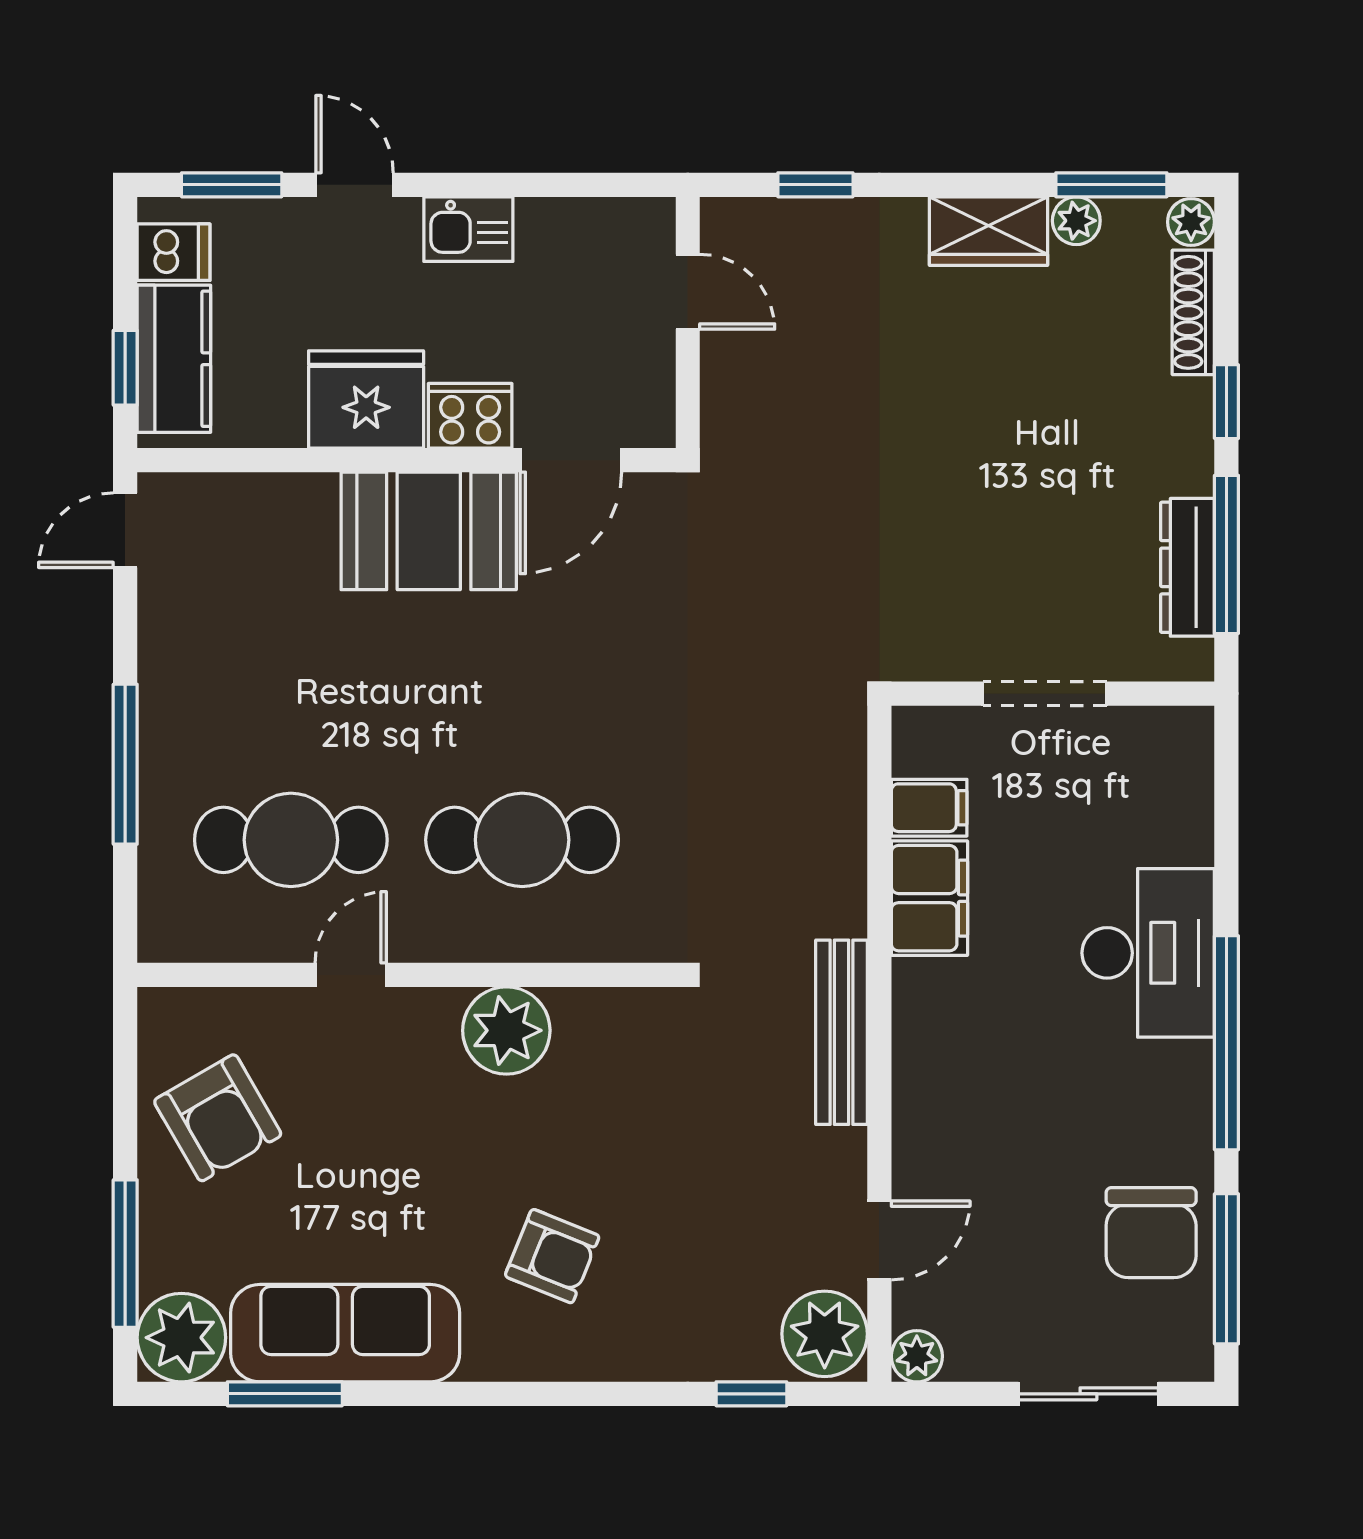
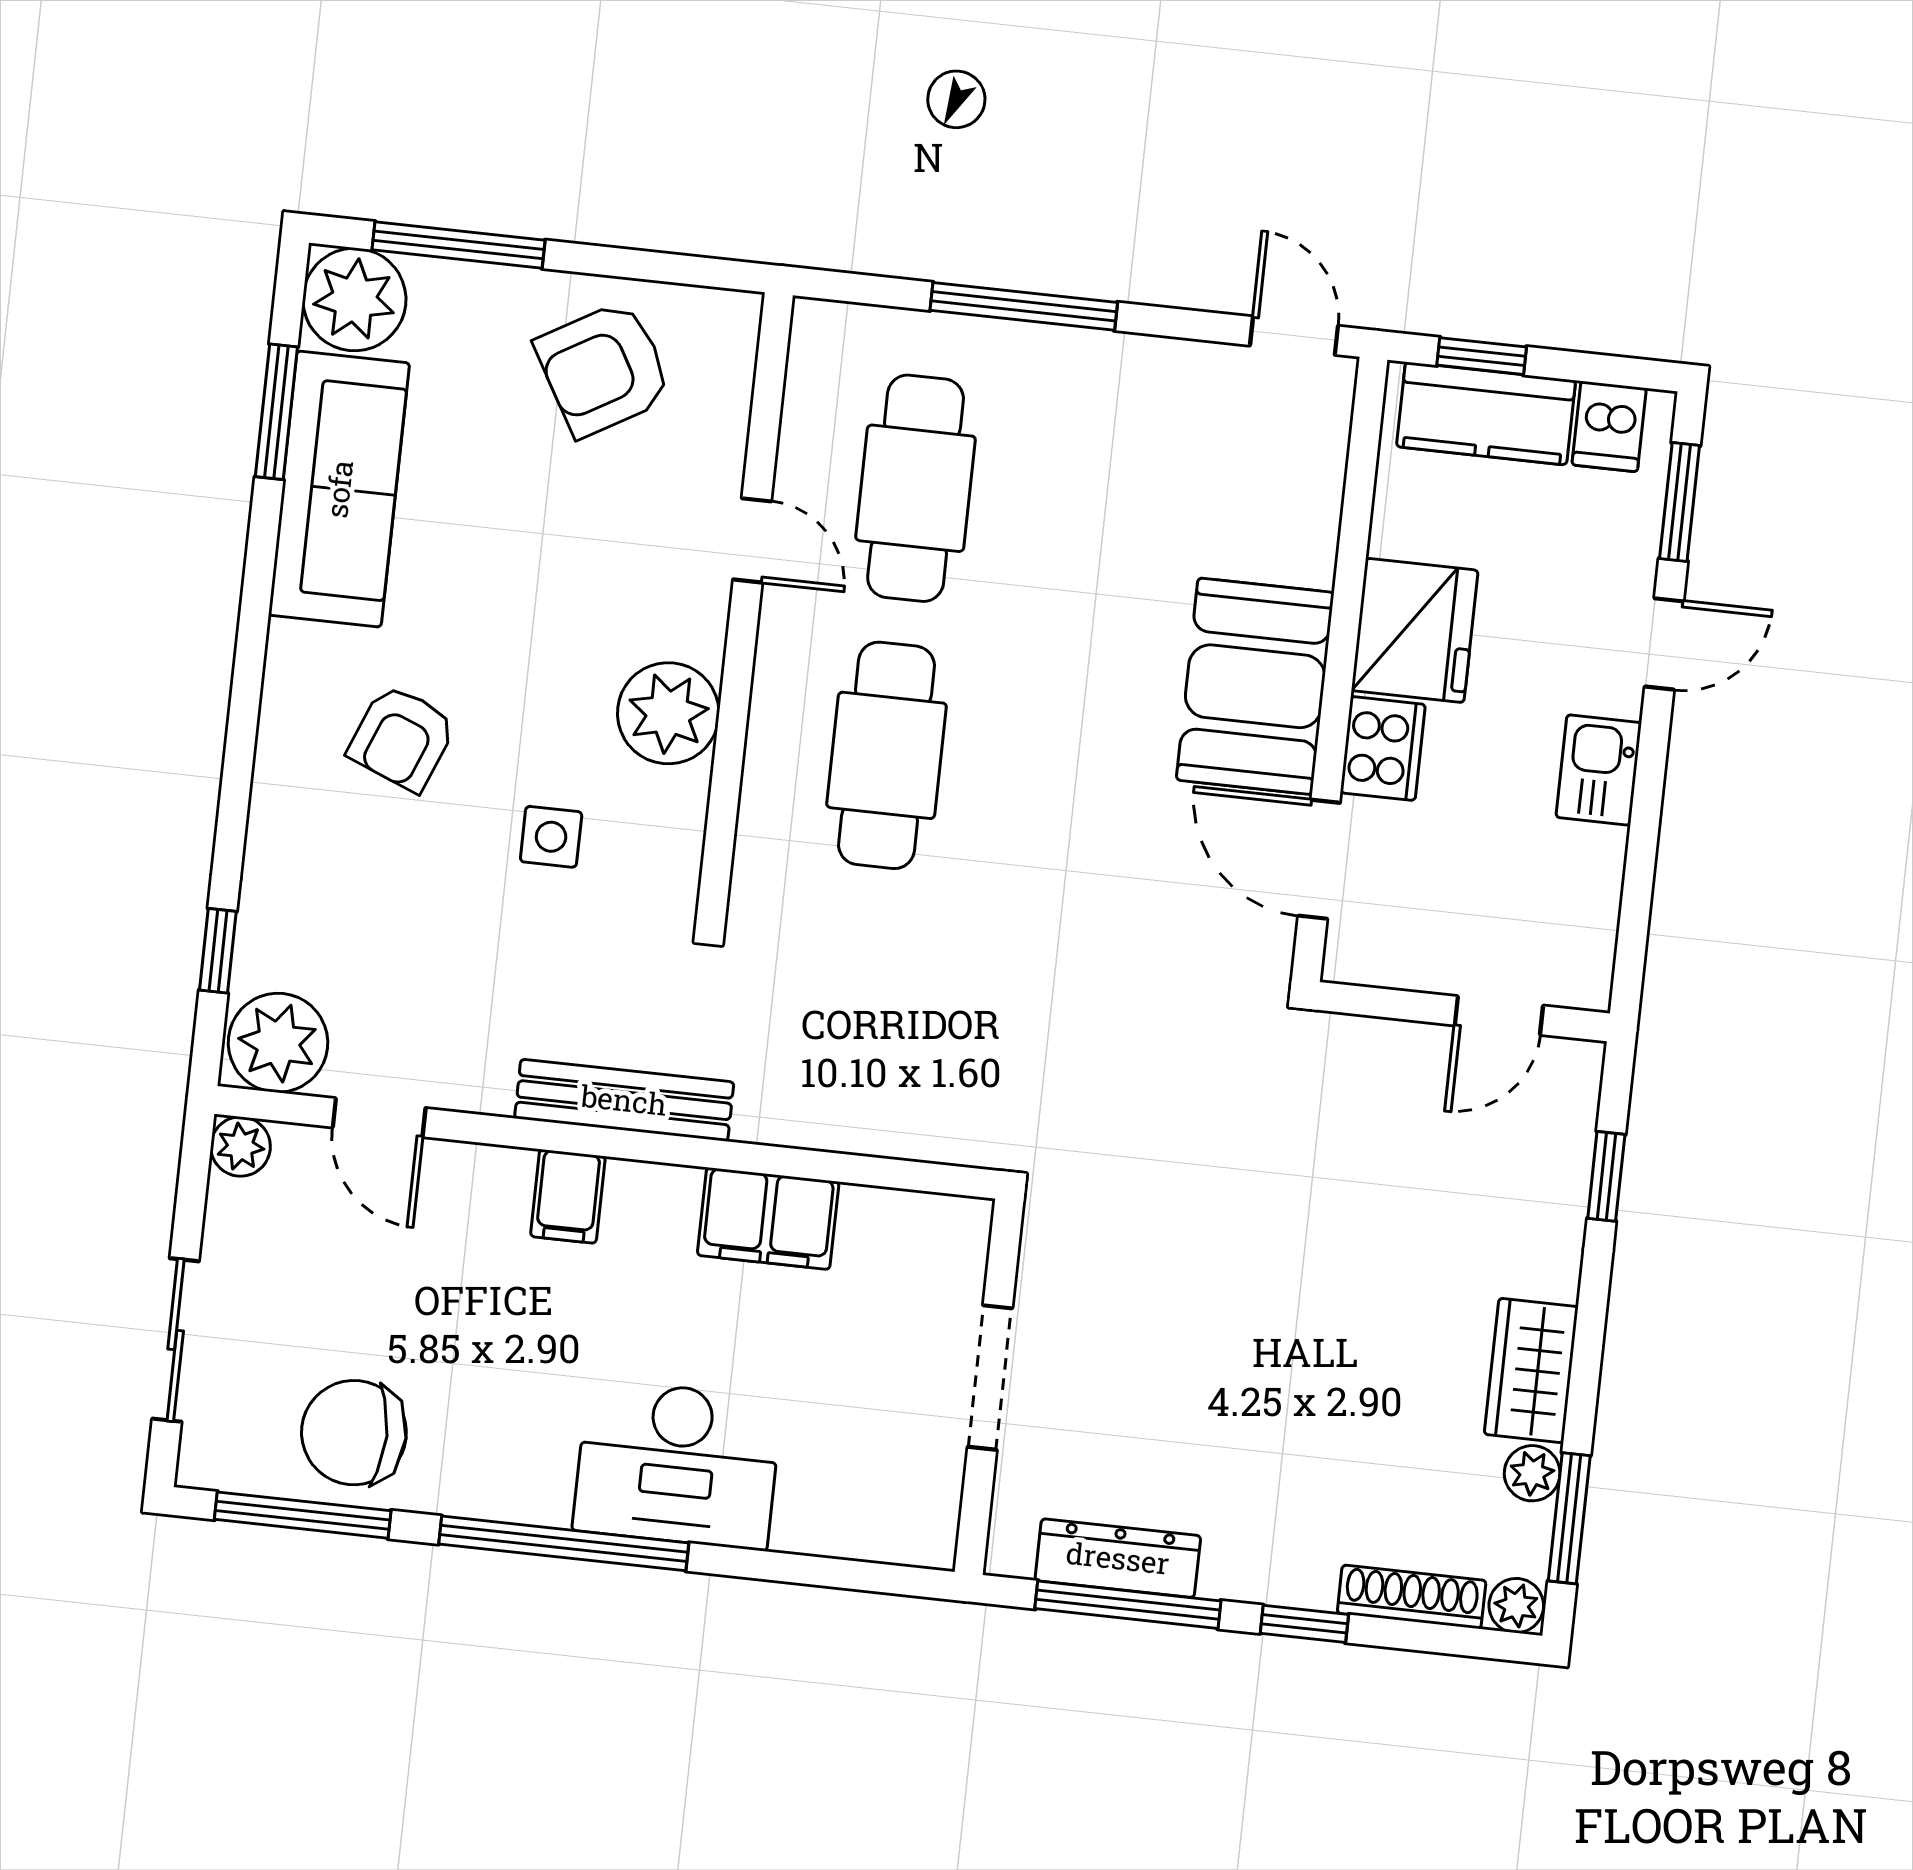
filing cabinet: (929, 808) -> (568, 1196), moved
side table: (623, 1119) -> (551, 837), added

